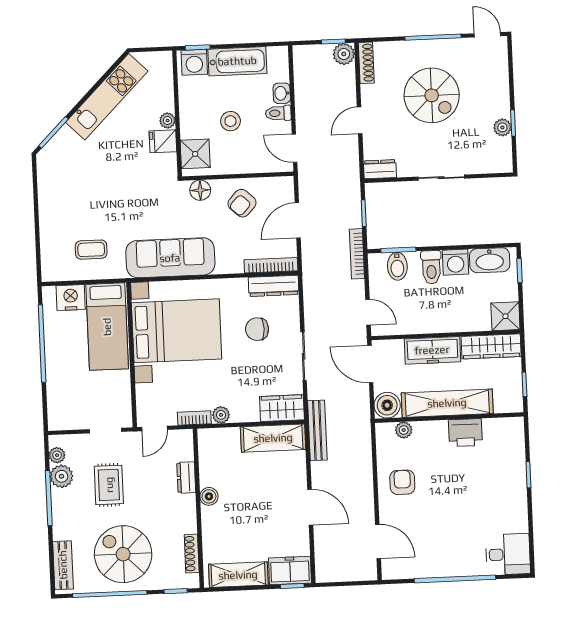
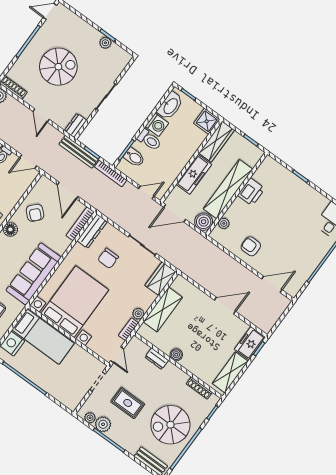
bench: (317, 430) -> (79, 152), moved
shelving: (273, 438) -> (163, 310), moved

